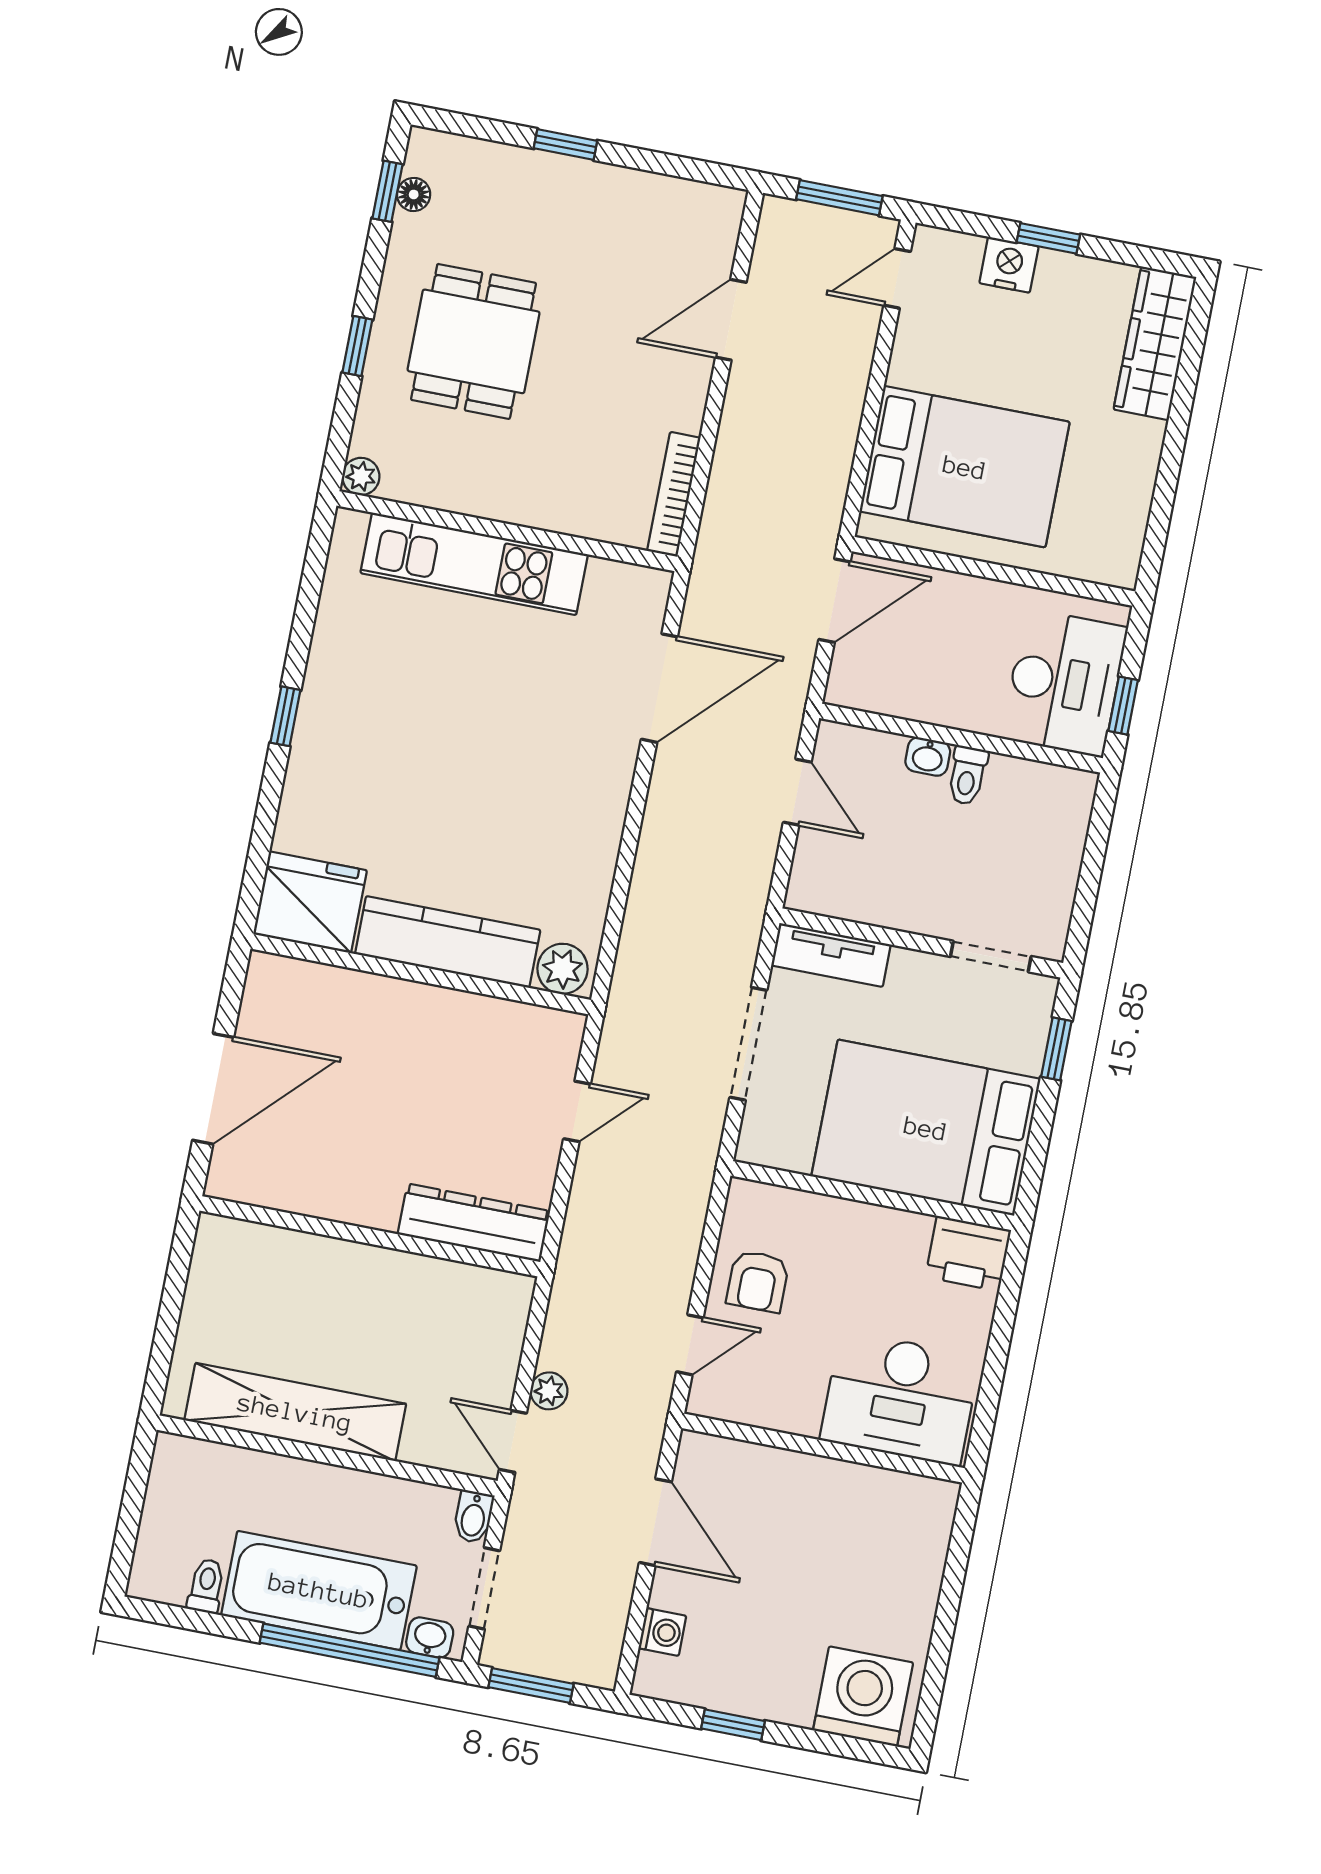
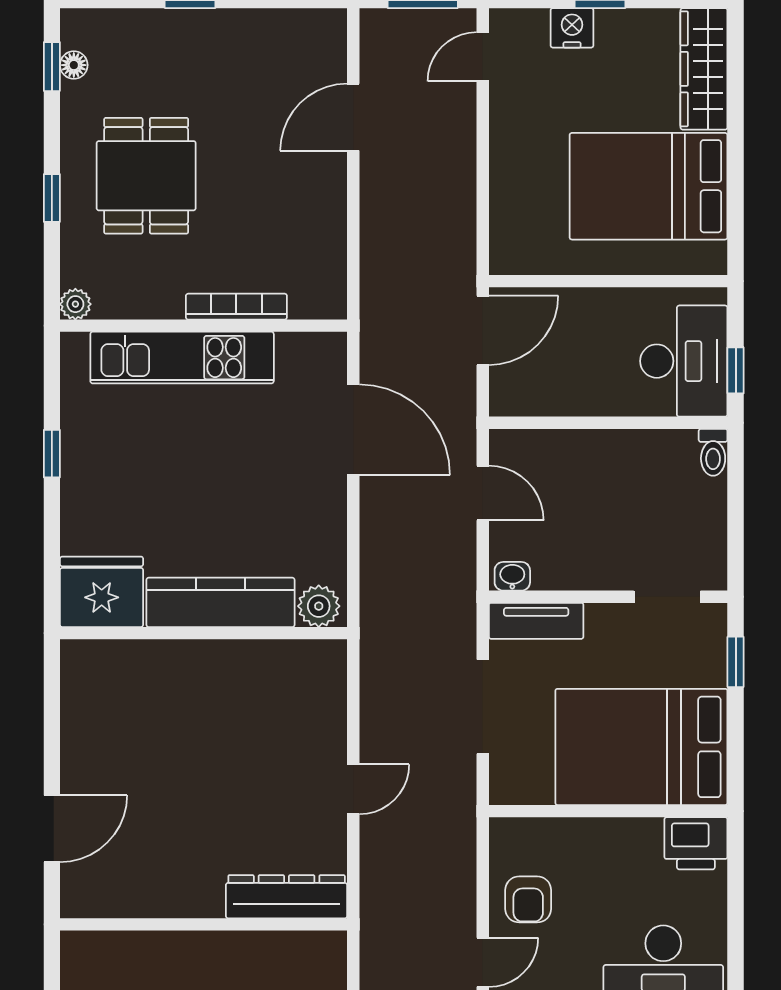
bed: (965, 467) -> (648, 186), moved, turned 180
bookcase: (674, 494) -> (236, 307), moved, turned 90
door: (659, 688) -> (353, 430), hinge flipped
window: (285, 716) -> (52, 454), moved
washbasin: (928, 757) -> (512, 576), moved, turned 180
toilet: (967, 775) -> (713, 452), moved
fridge: (310, 902) -> (102, 592), moved
kitchen counter: (448, 942) -> (221, 602), moved
plant: (563, 969) -> (319, 606), moved
wall: (421, 974) -> (204, 633), moved
door: (213, 1089) -> (52, 829), width x0.73

